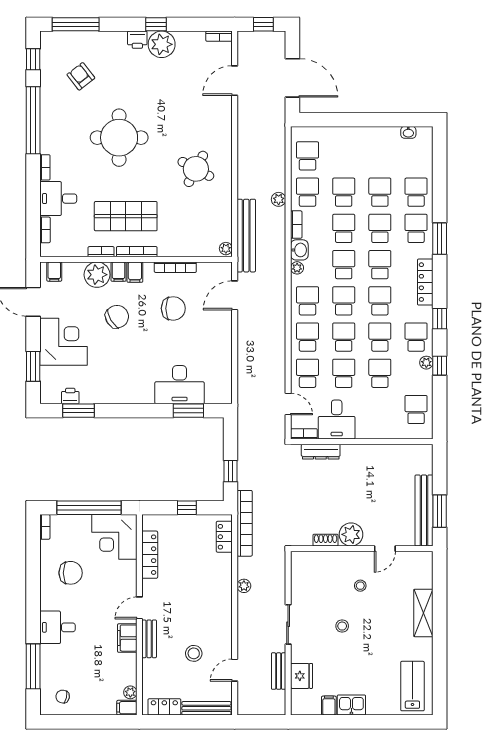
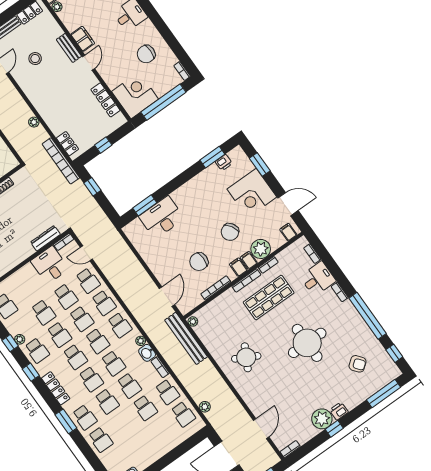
school desk: (380, 192) -> (123, 424), removed
plant: (279, 199) -> (205, 407), moved

